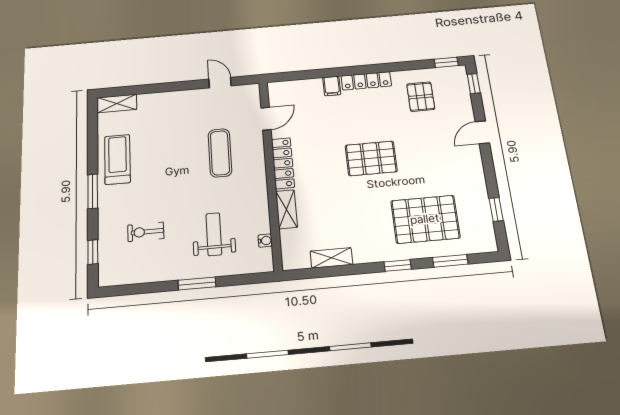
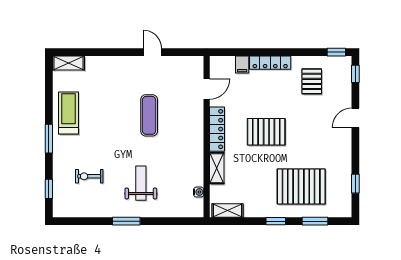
door: (266, 119) -> (207, 89), moved
locker: (283, 163) -> (217, 129), moved
wall: (270, 173) -> (207, 137), moved
shelving: (287, 209) -> (217, 168), moved
water cooler: (265, 241) -> (199, 192), moved

